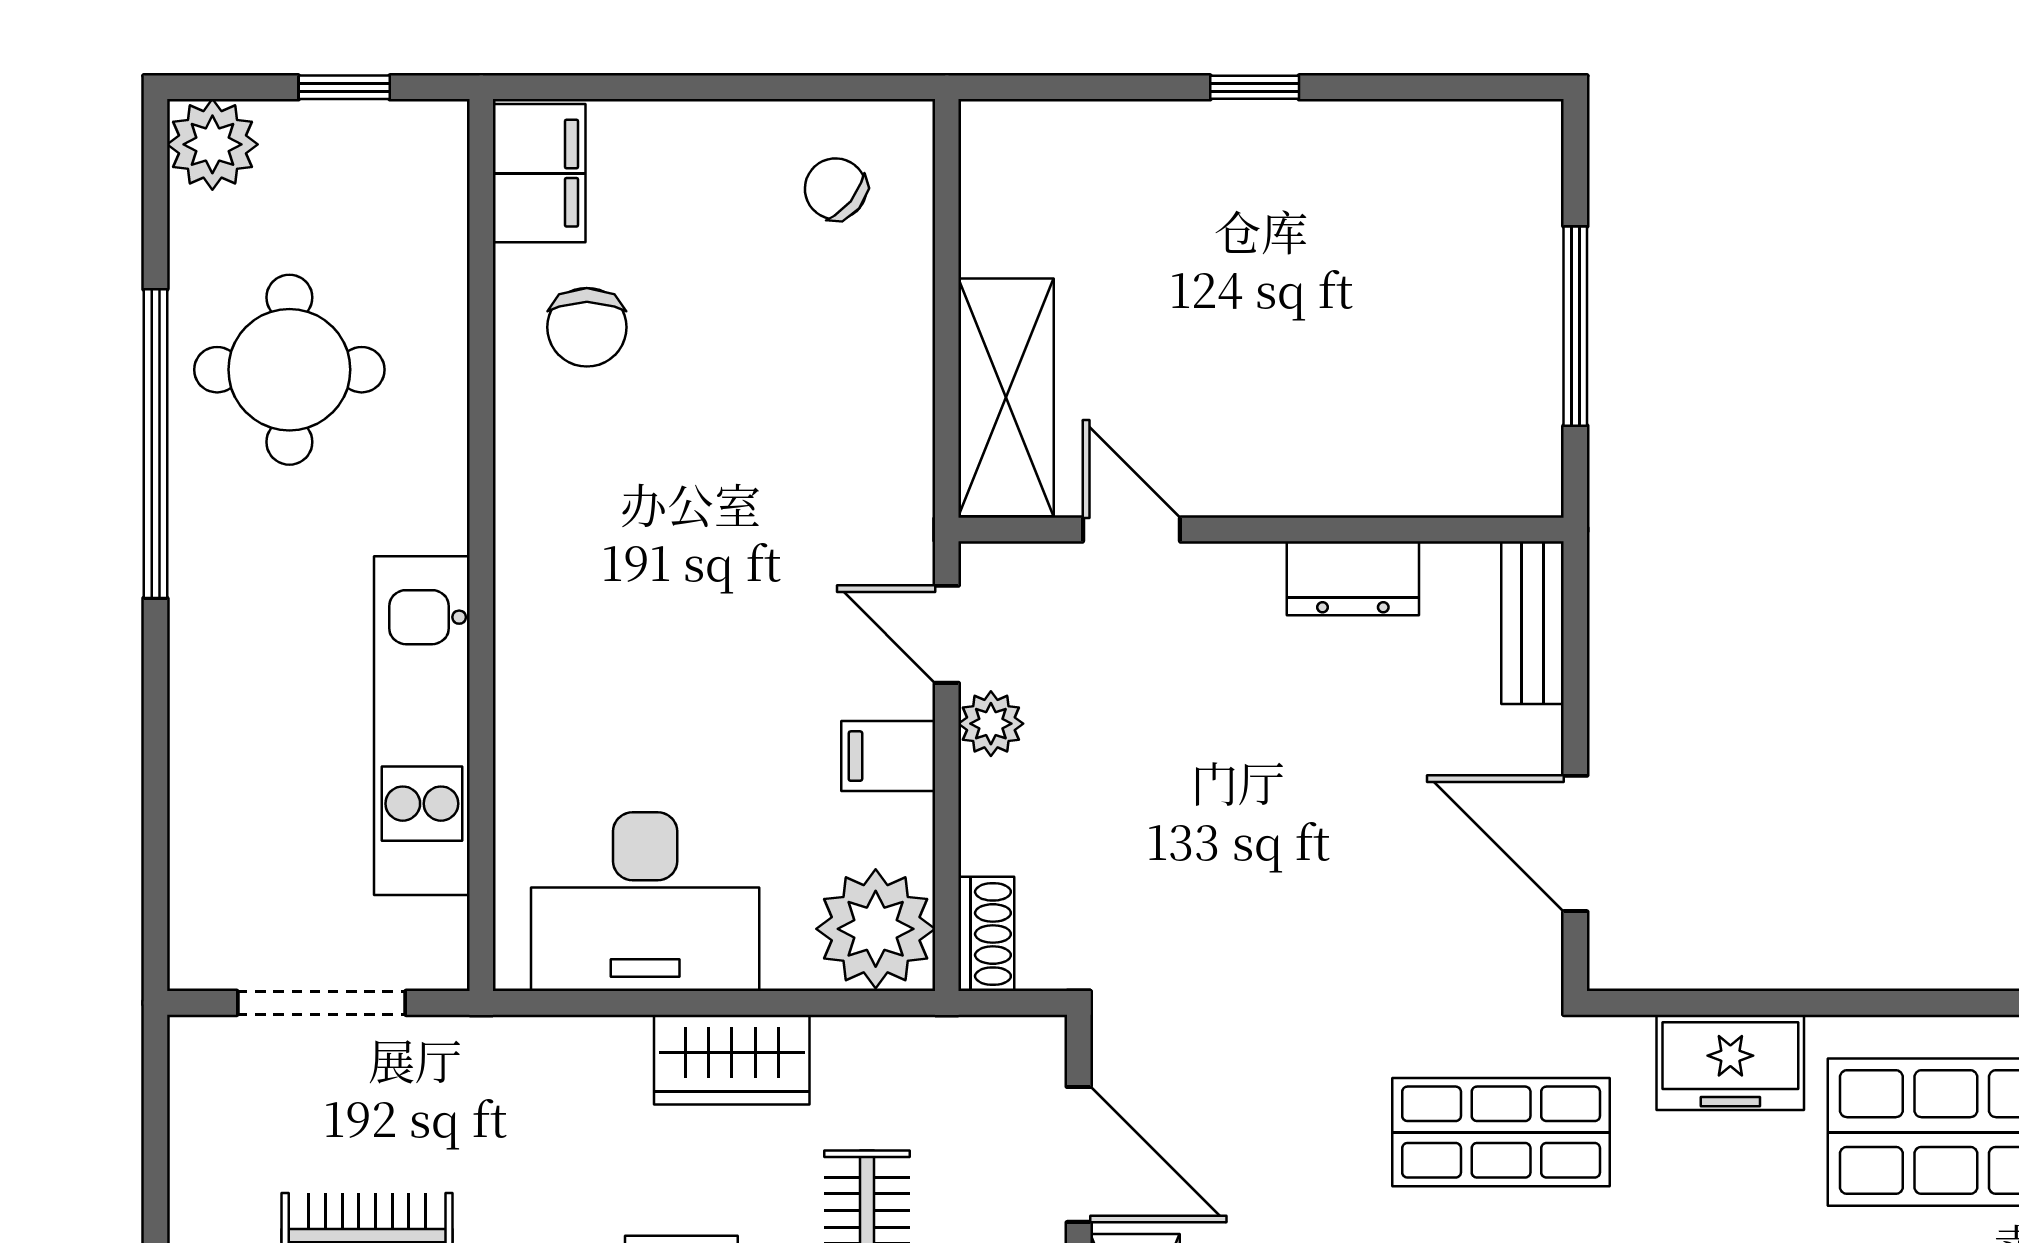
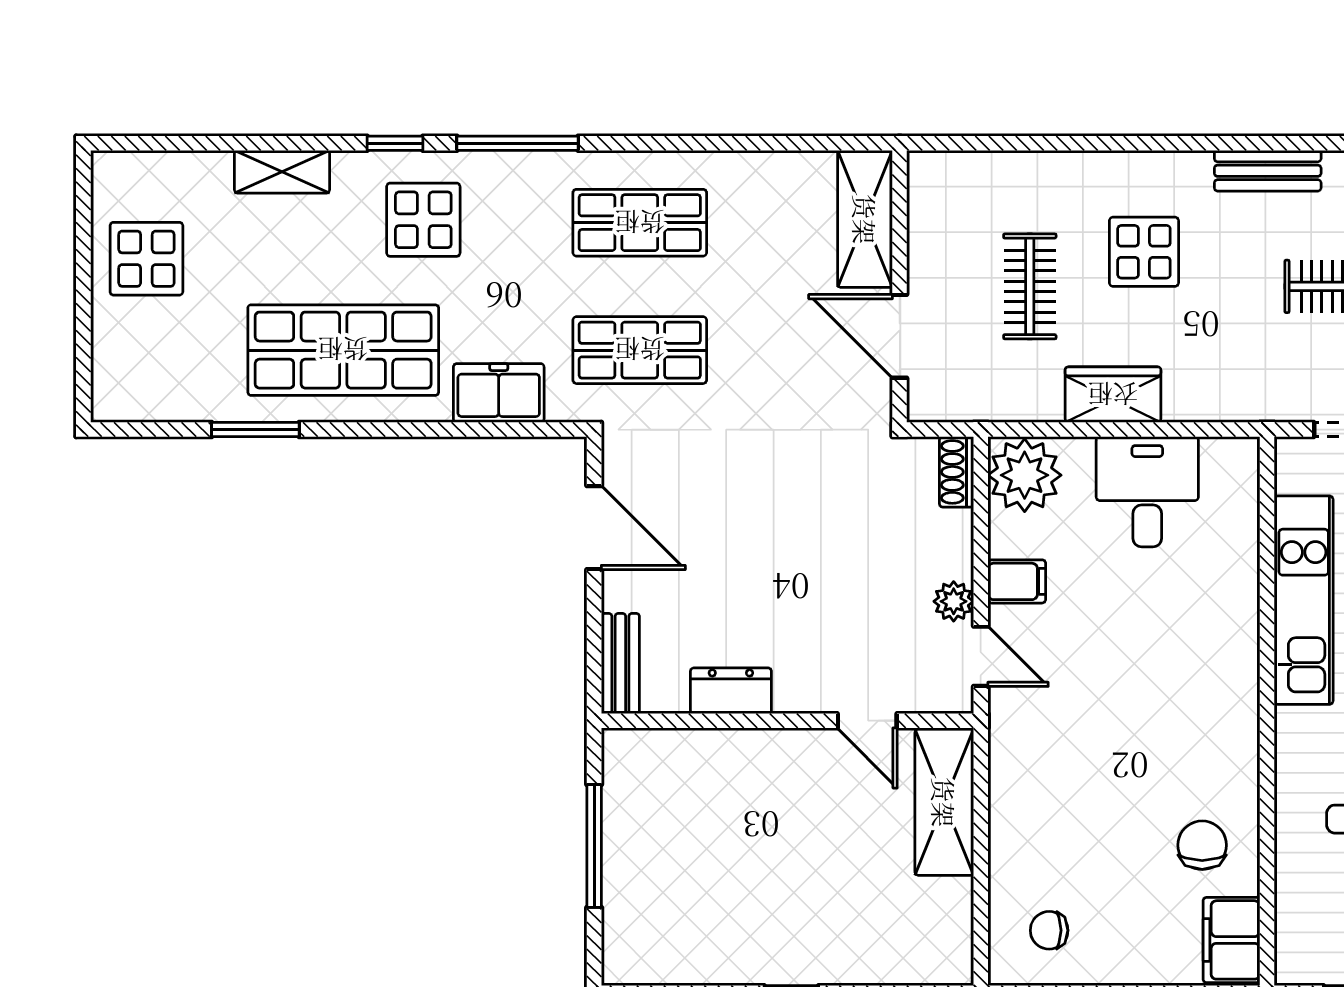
chair: (836, 189) -> (1049, 930), turned 141
desk: (645, 902) -> (1147, 492), width x0.73

